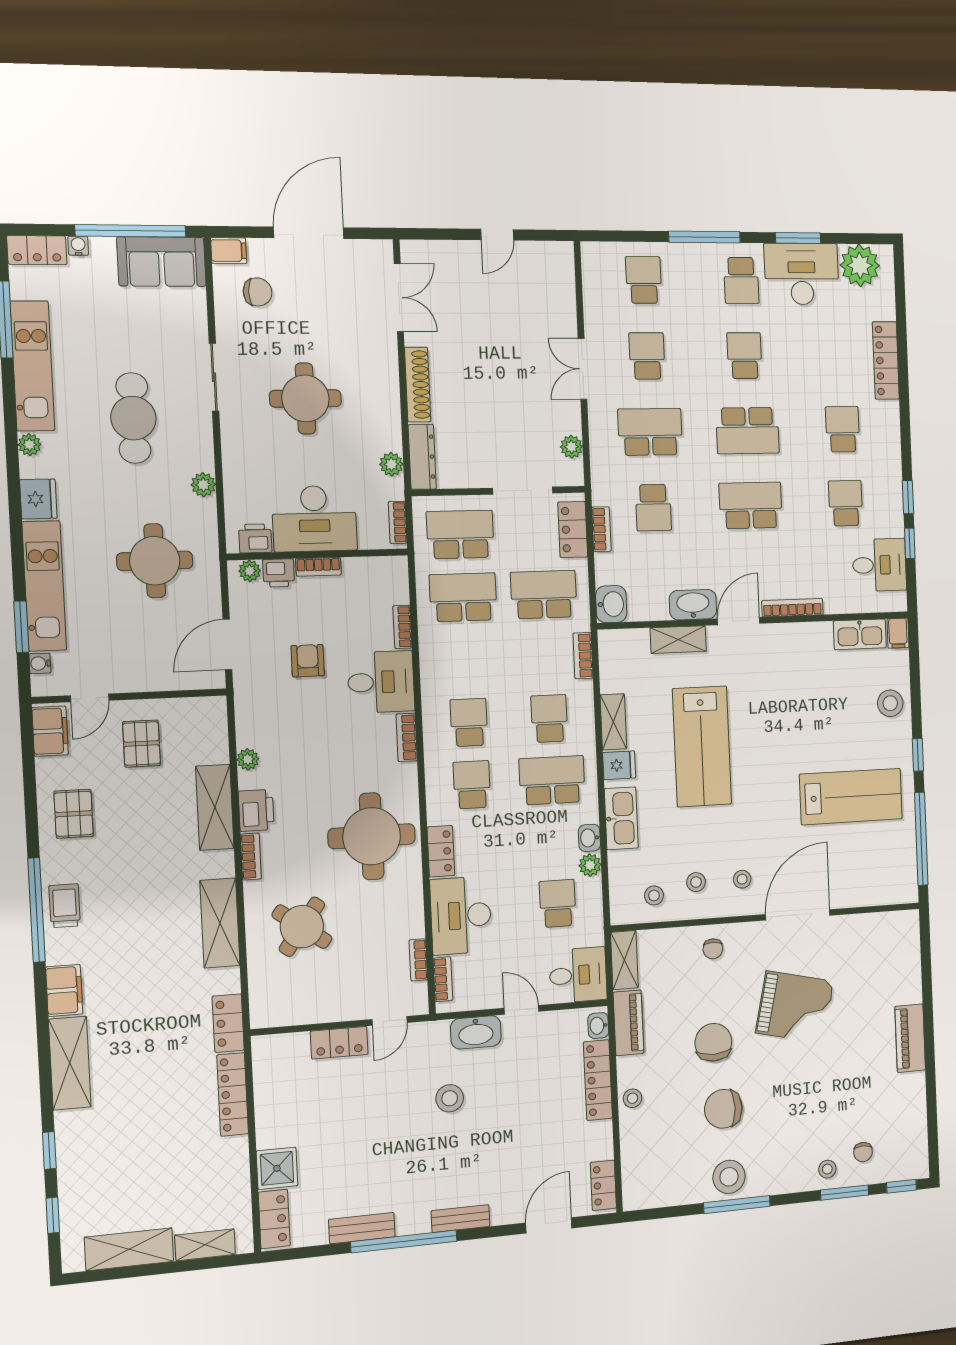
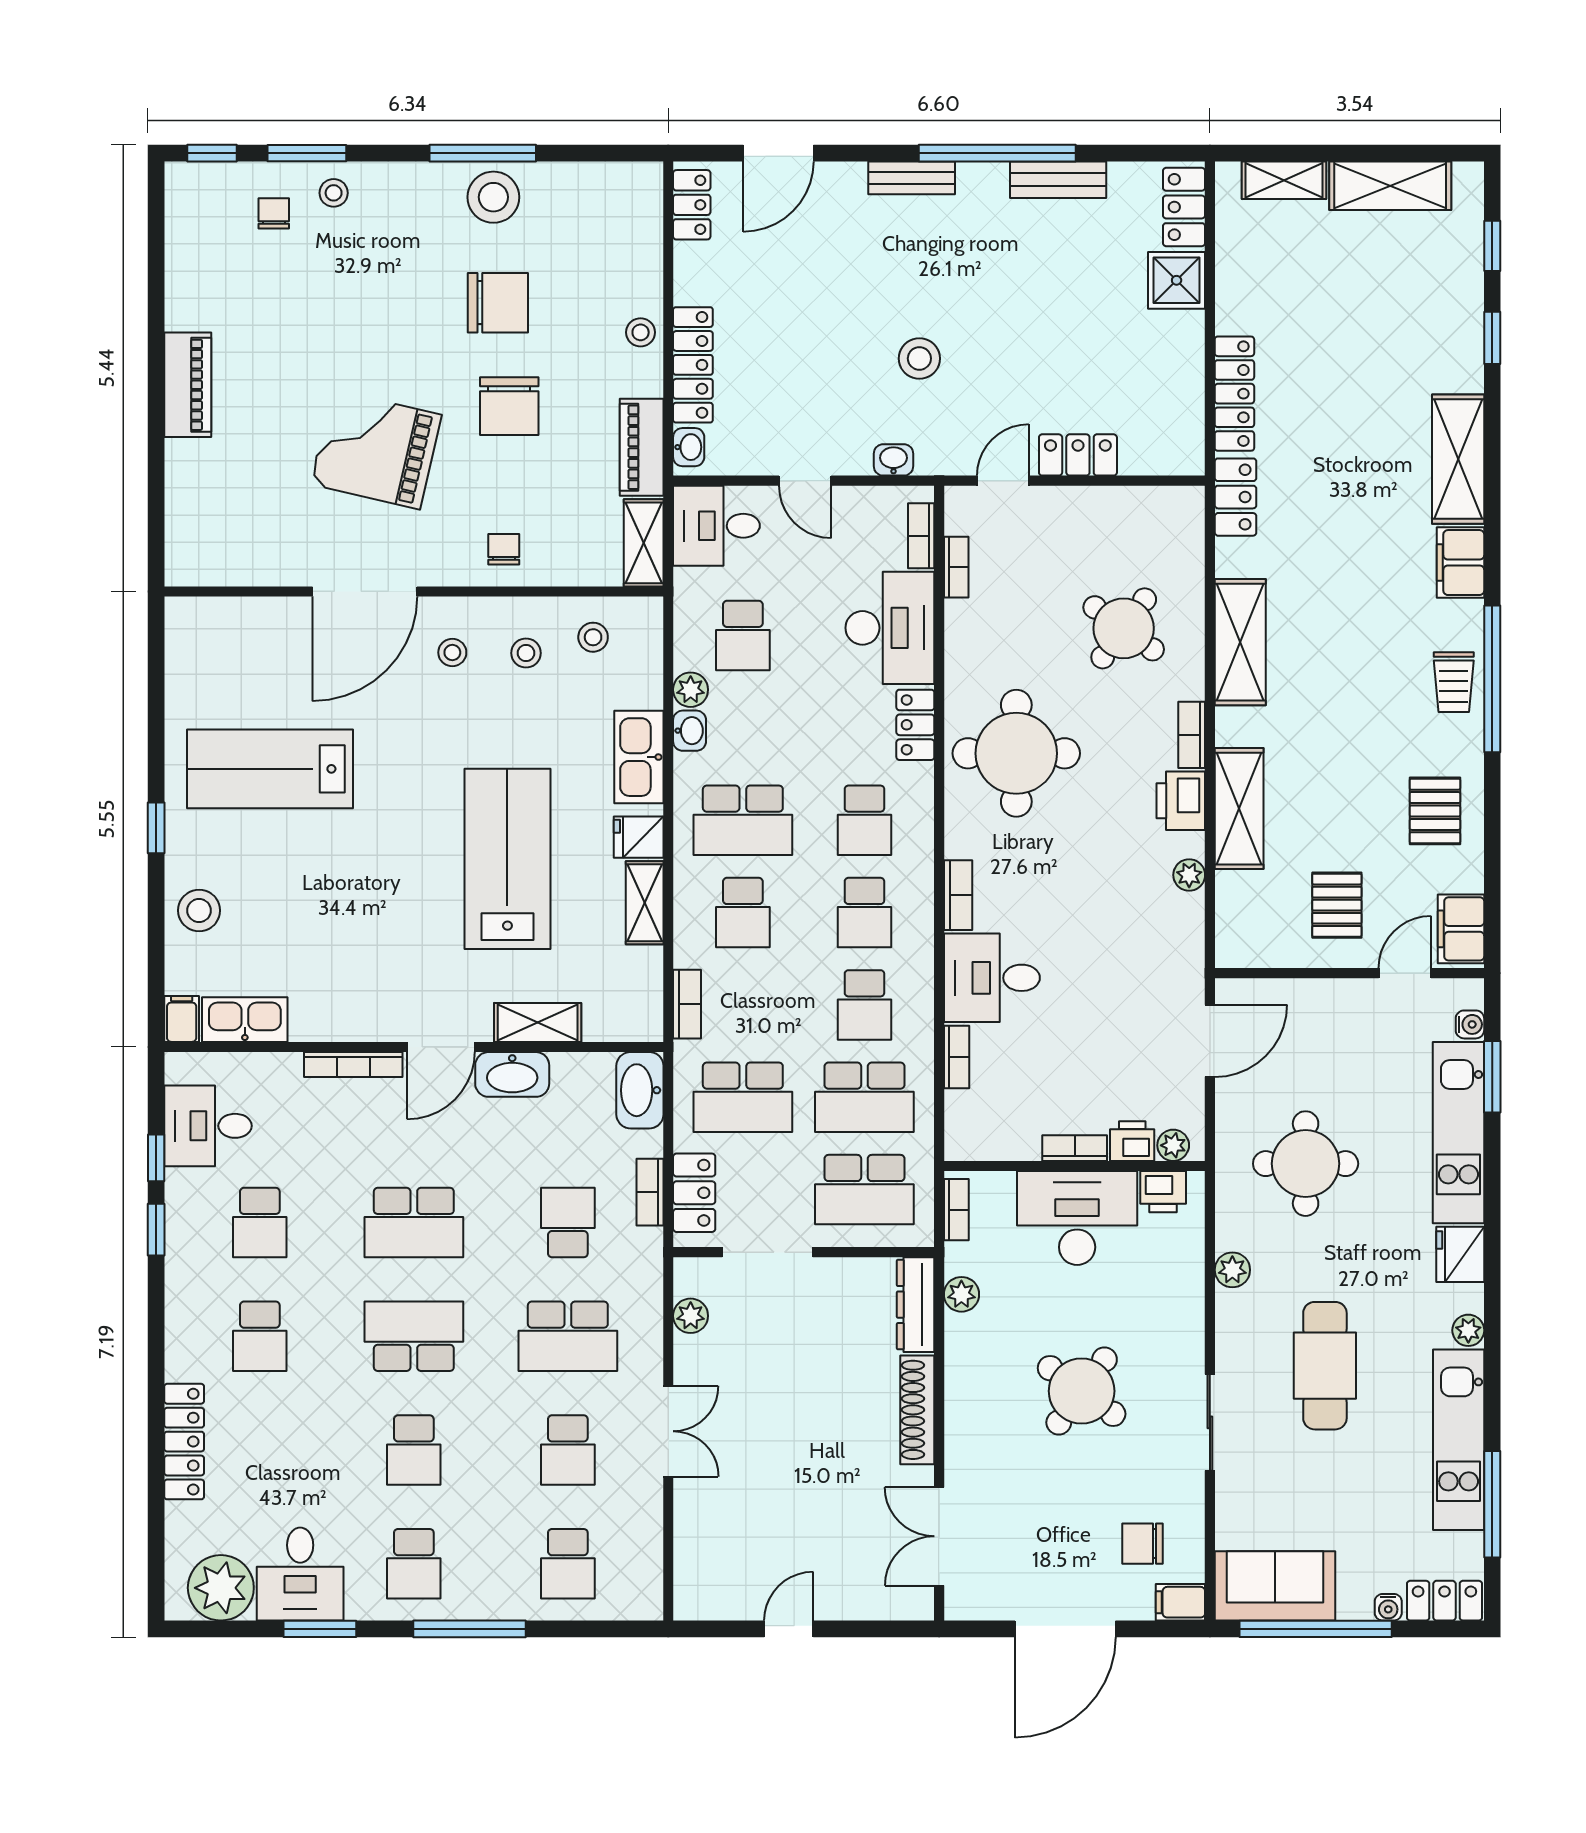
desk: (802, 274) -> (300, 1574), width x0.73
school desk: (741, 280) -> (414, 1564), turned 180
round table: (305, 398) -> (1082, 1391), turned 36
washbasin: (611, 604) -> (640, 1090), width x1.38
school desk: (466, 660) -> (864, 1005), added
armchair: (308, 661) -> (1097, 1013), removed
window: (921, 839) -> (156, 696), removed
washbasin: (476, 1032) -> (894, 460), width x0.52, depth x0.69

